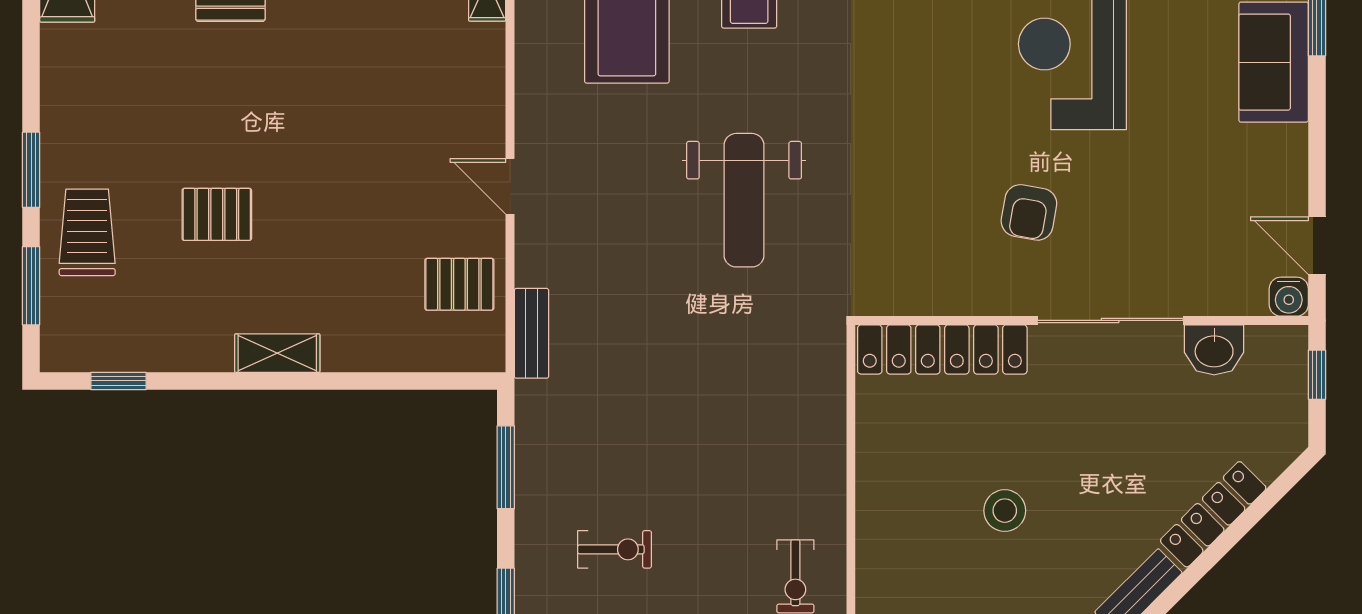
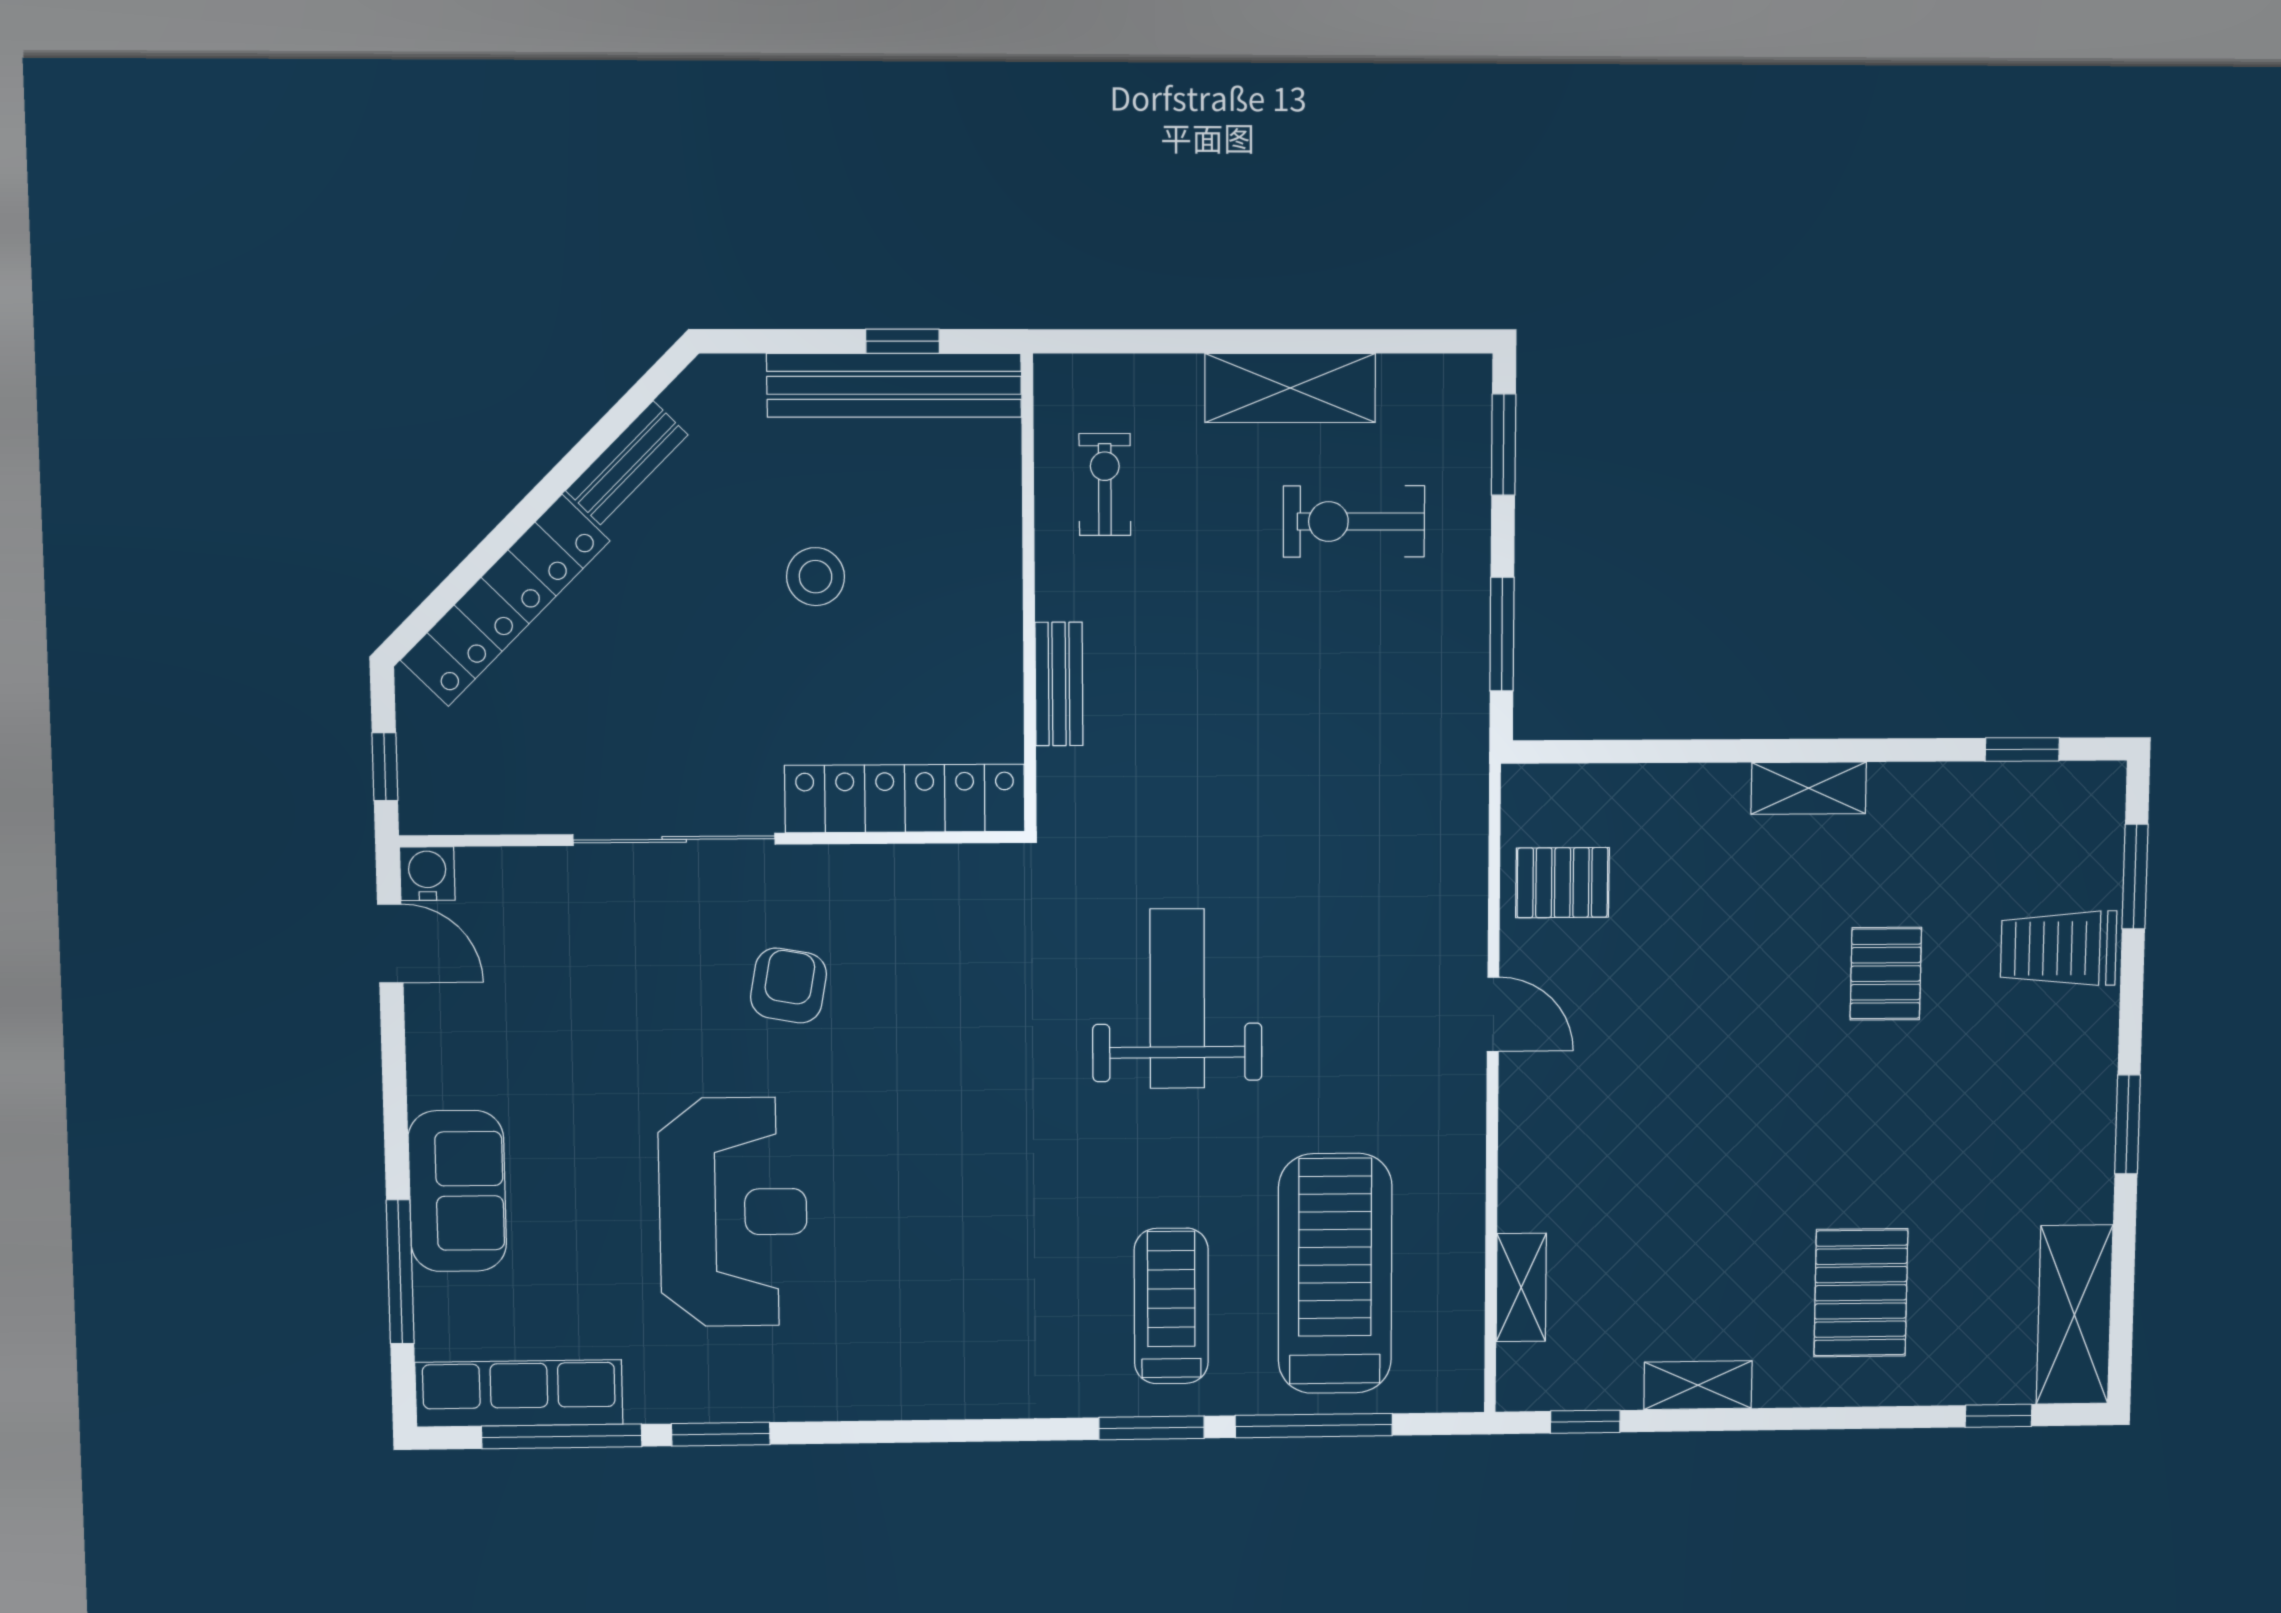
window: (31, 170) -> (2127, 1124), moved
pallet: (217, 214) -> (1886, 974), turned 90
trolley: (87, 232) -> (2059, 948), turned 90
bench: (531, 333) -> (1059, 684), moved
washbasin: (1214, 350) -> (529, 800), removed
locker: (1213, 514) -> (505, 601), width x1.41, depth x1.21
exercise bike: (615, 549) -> (1354, 521), width x1.38, depth x1.39

